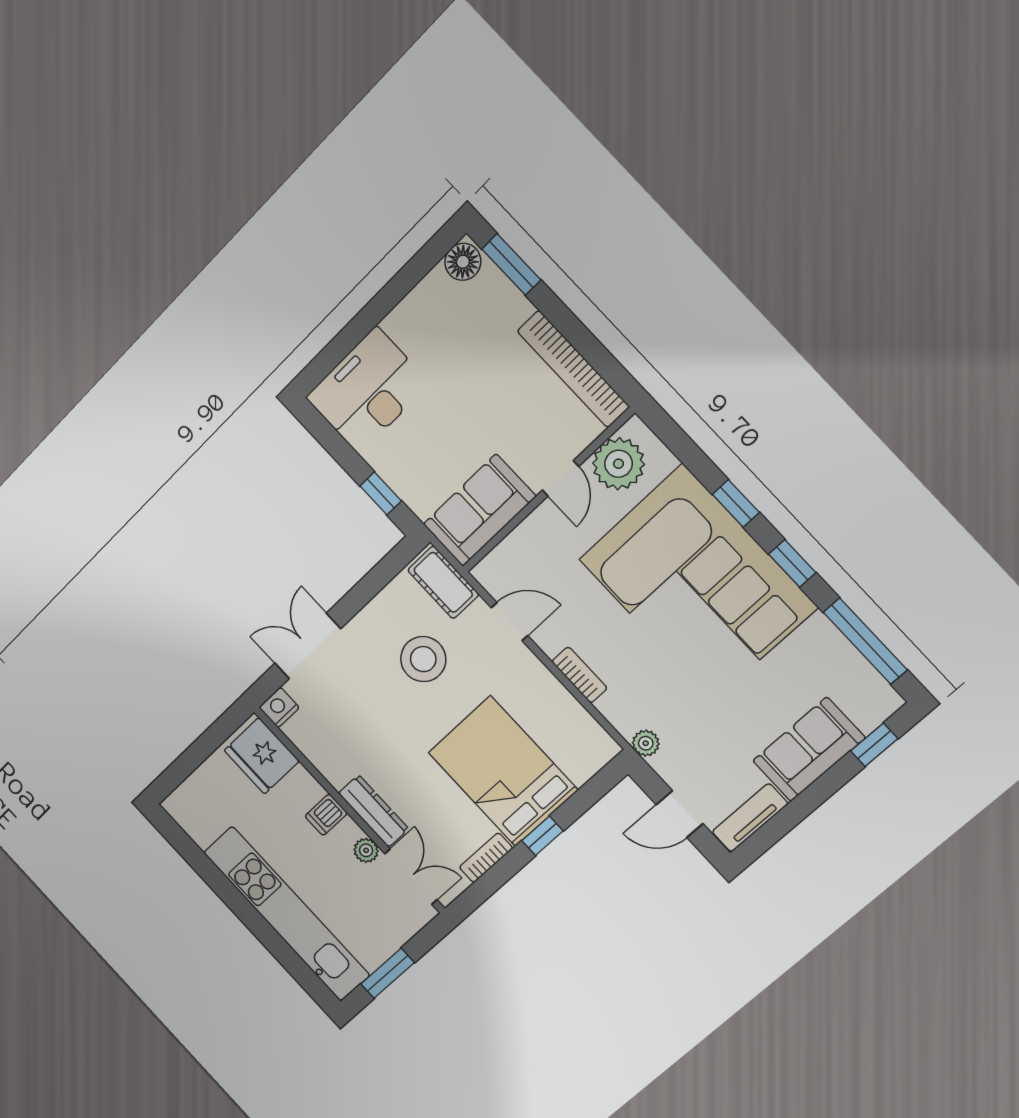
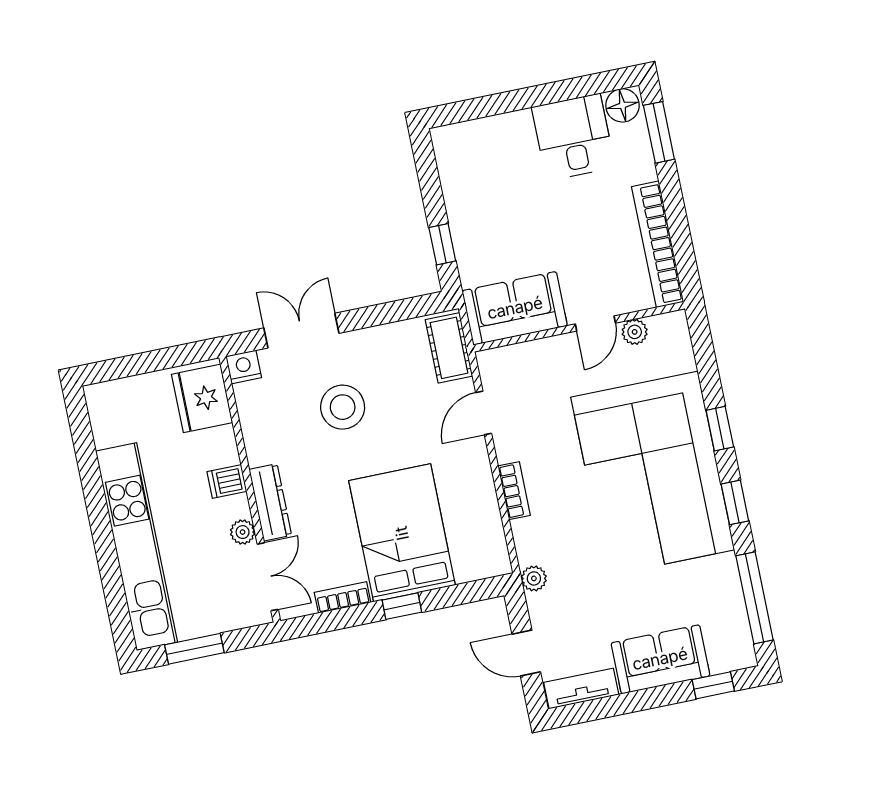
desk: (368, 390) -> (573, 137), moved, width x0.73
plant: (619, 464) -> (635, 332), width x0.53, depth x0.53
door: (510, 622) -> (484, 413), swing flipped
stool: (423, 659) -> (343, 407), moved

